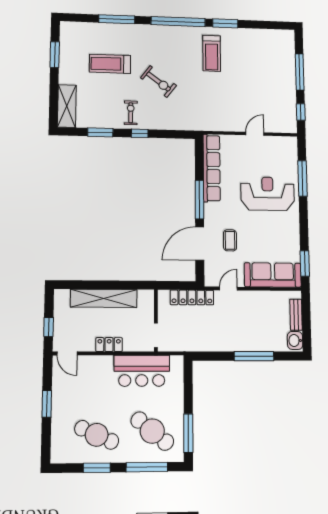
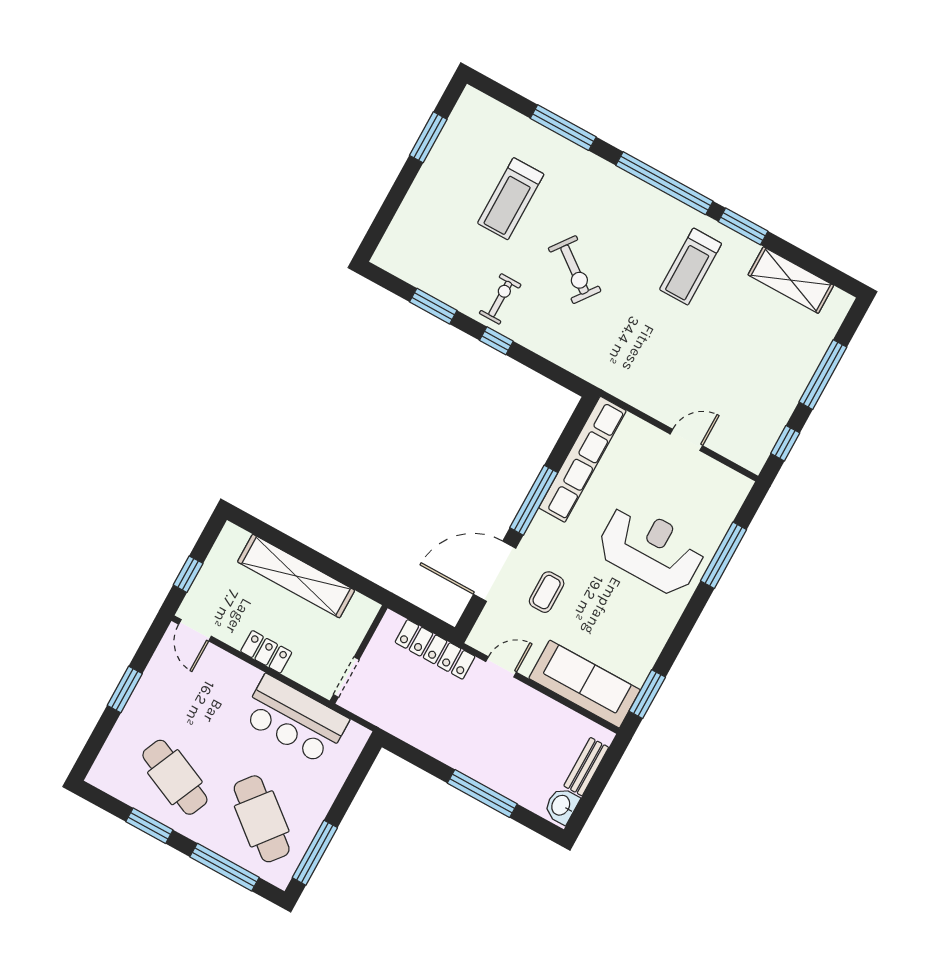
treadmill: (110, 64) -> (511, 199), turned -90
shelving: (67, 106) -> (791, 280), moved, turned 90

